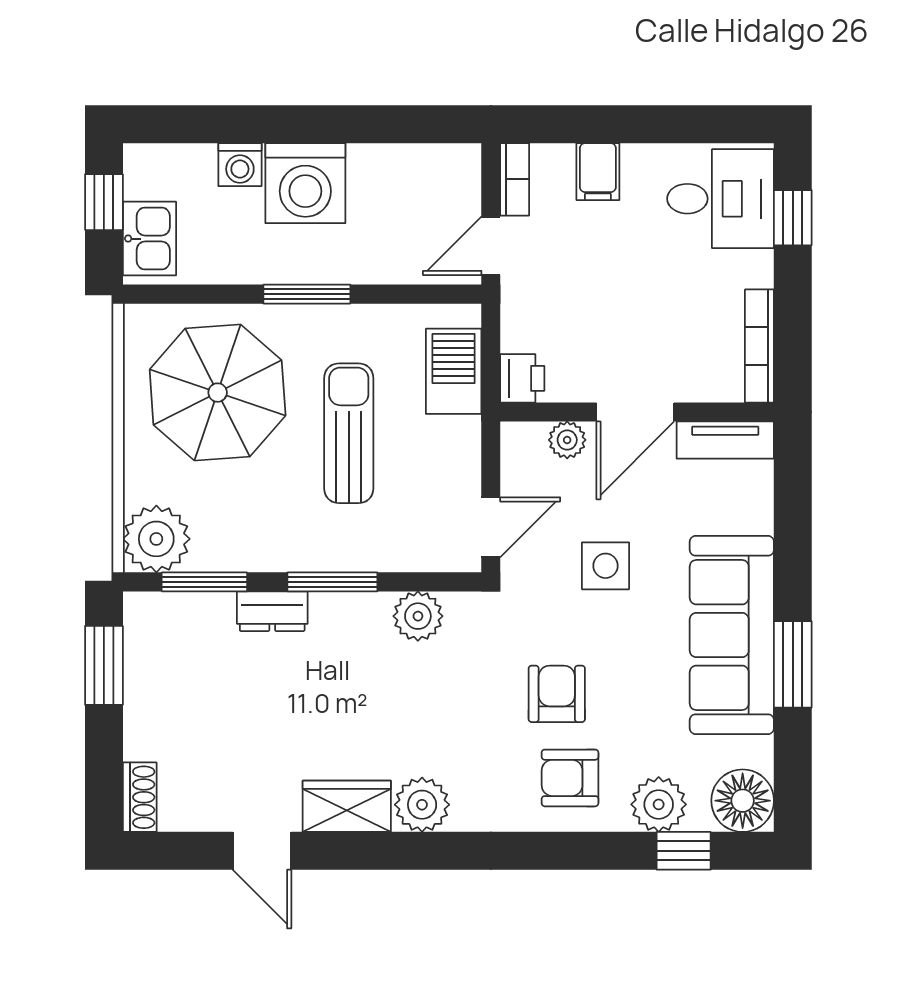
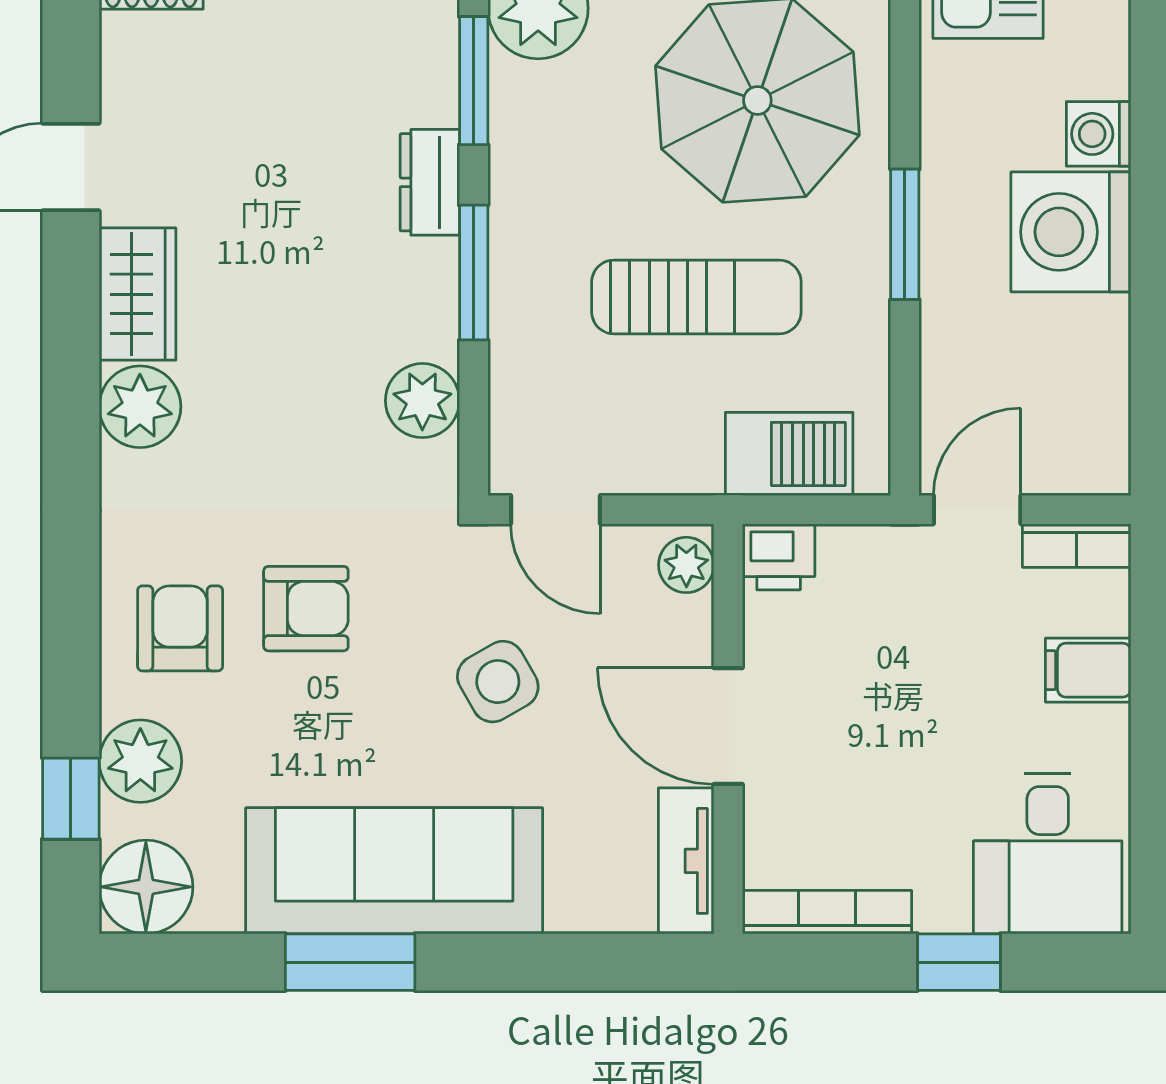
window: (793, 218) -> (959, 962), moved
door: (491, 246) -> (977, 510), hinge flipped
plant: (567, 440) -> (686, 565), moved
side table: (606, 566) -> (498, 682), turned -30

